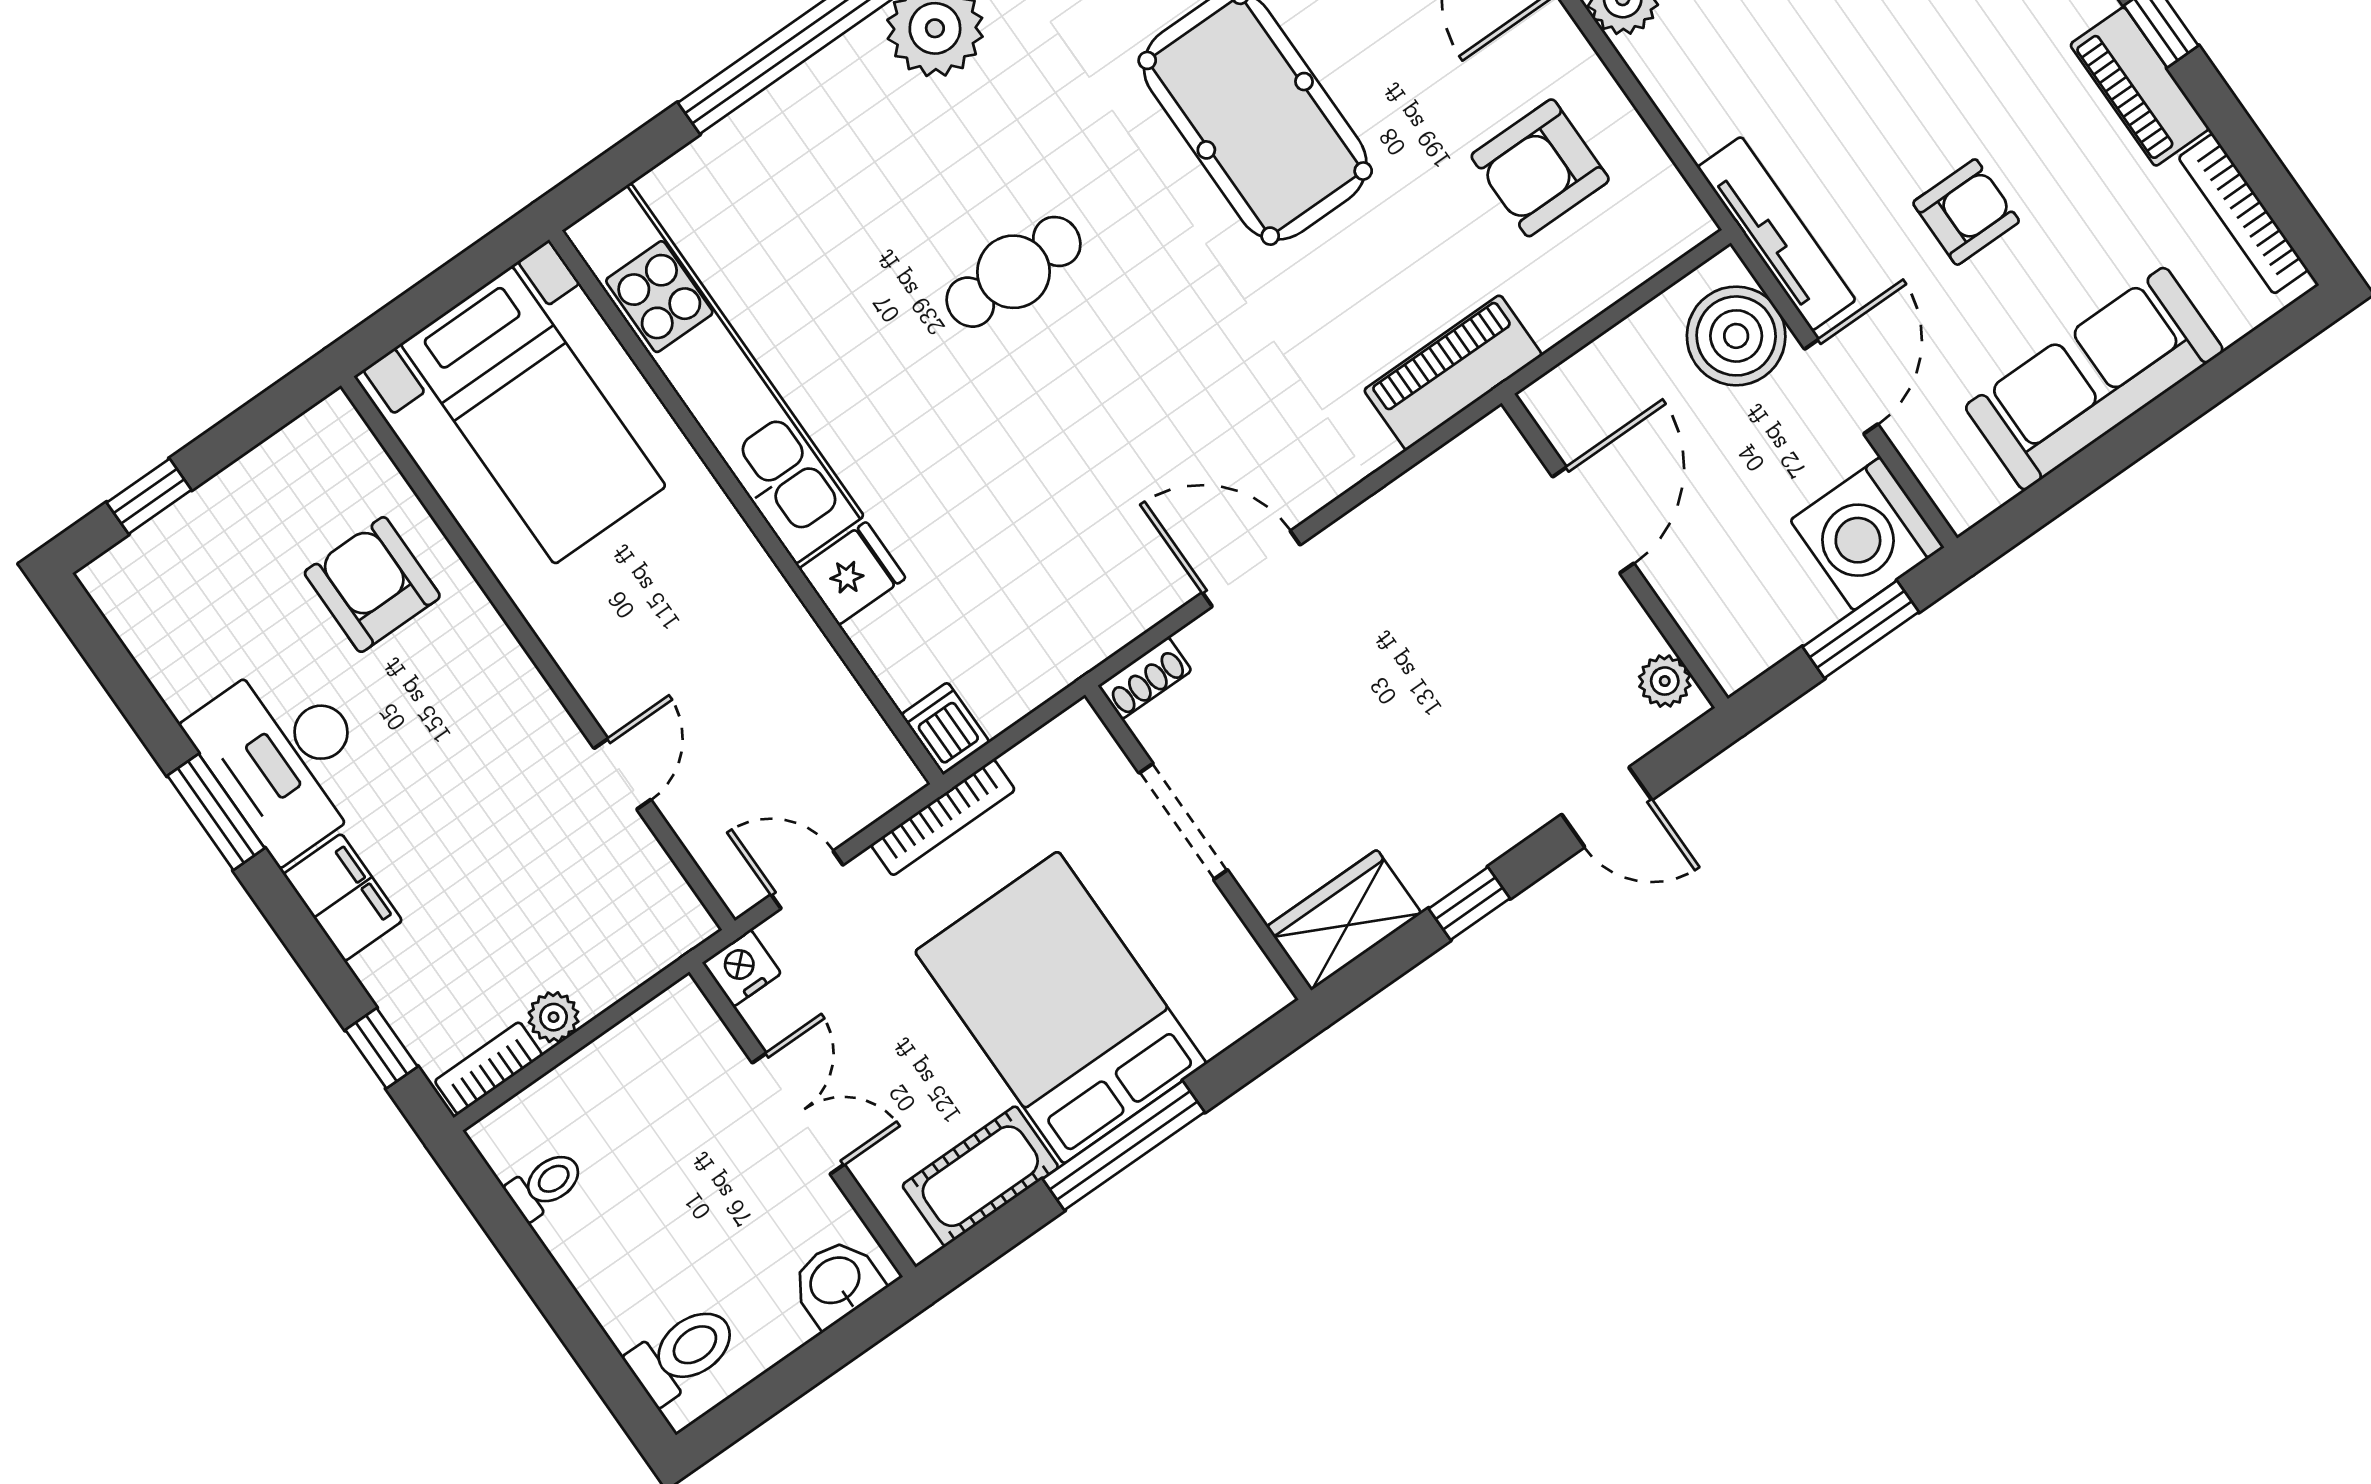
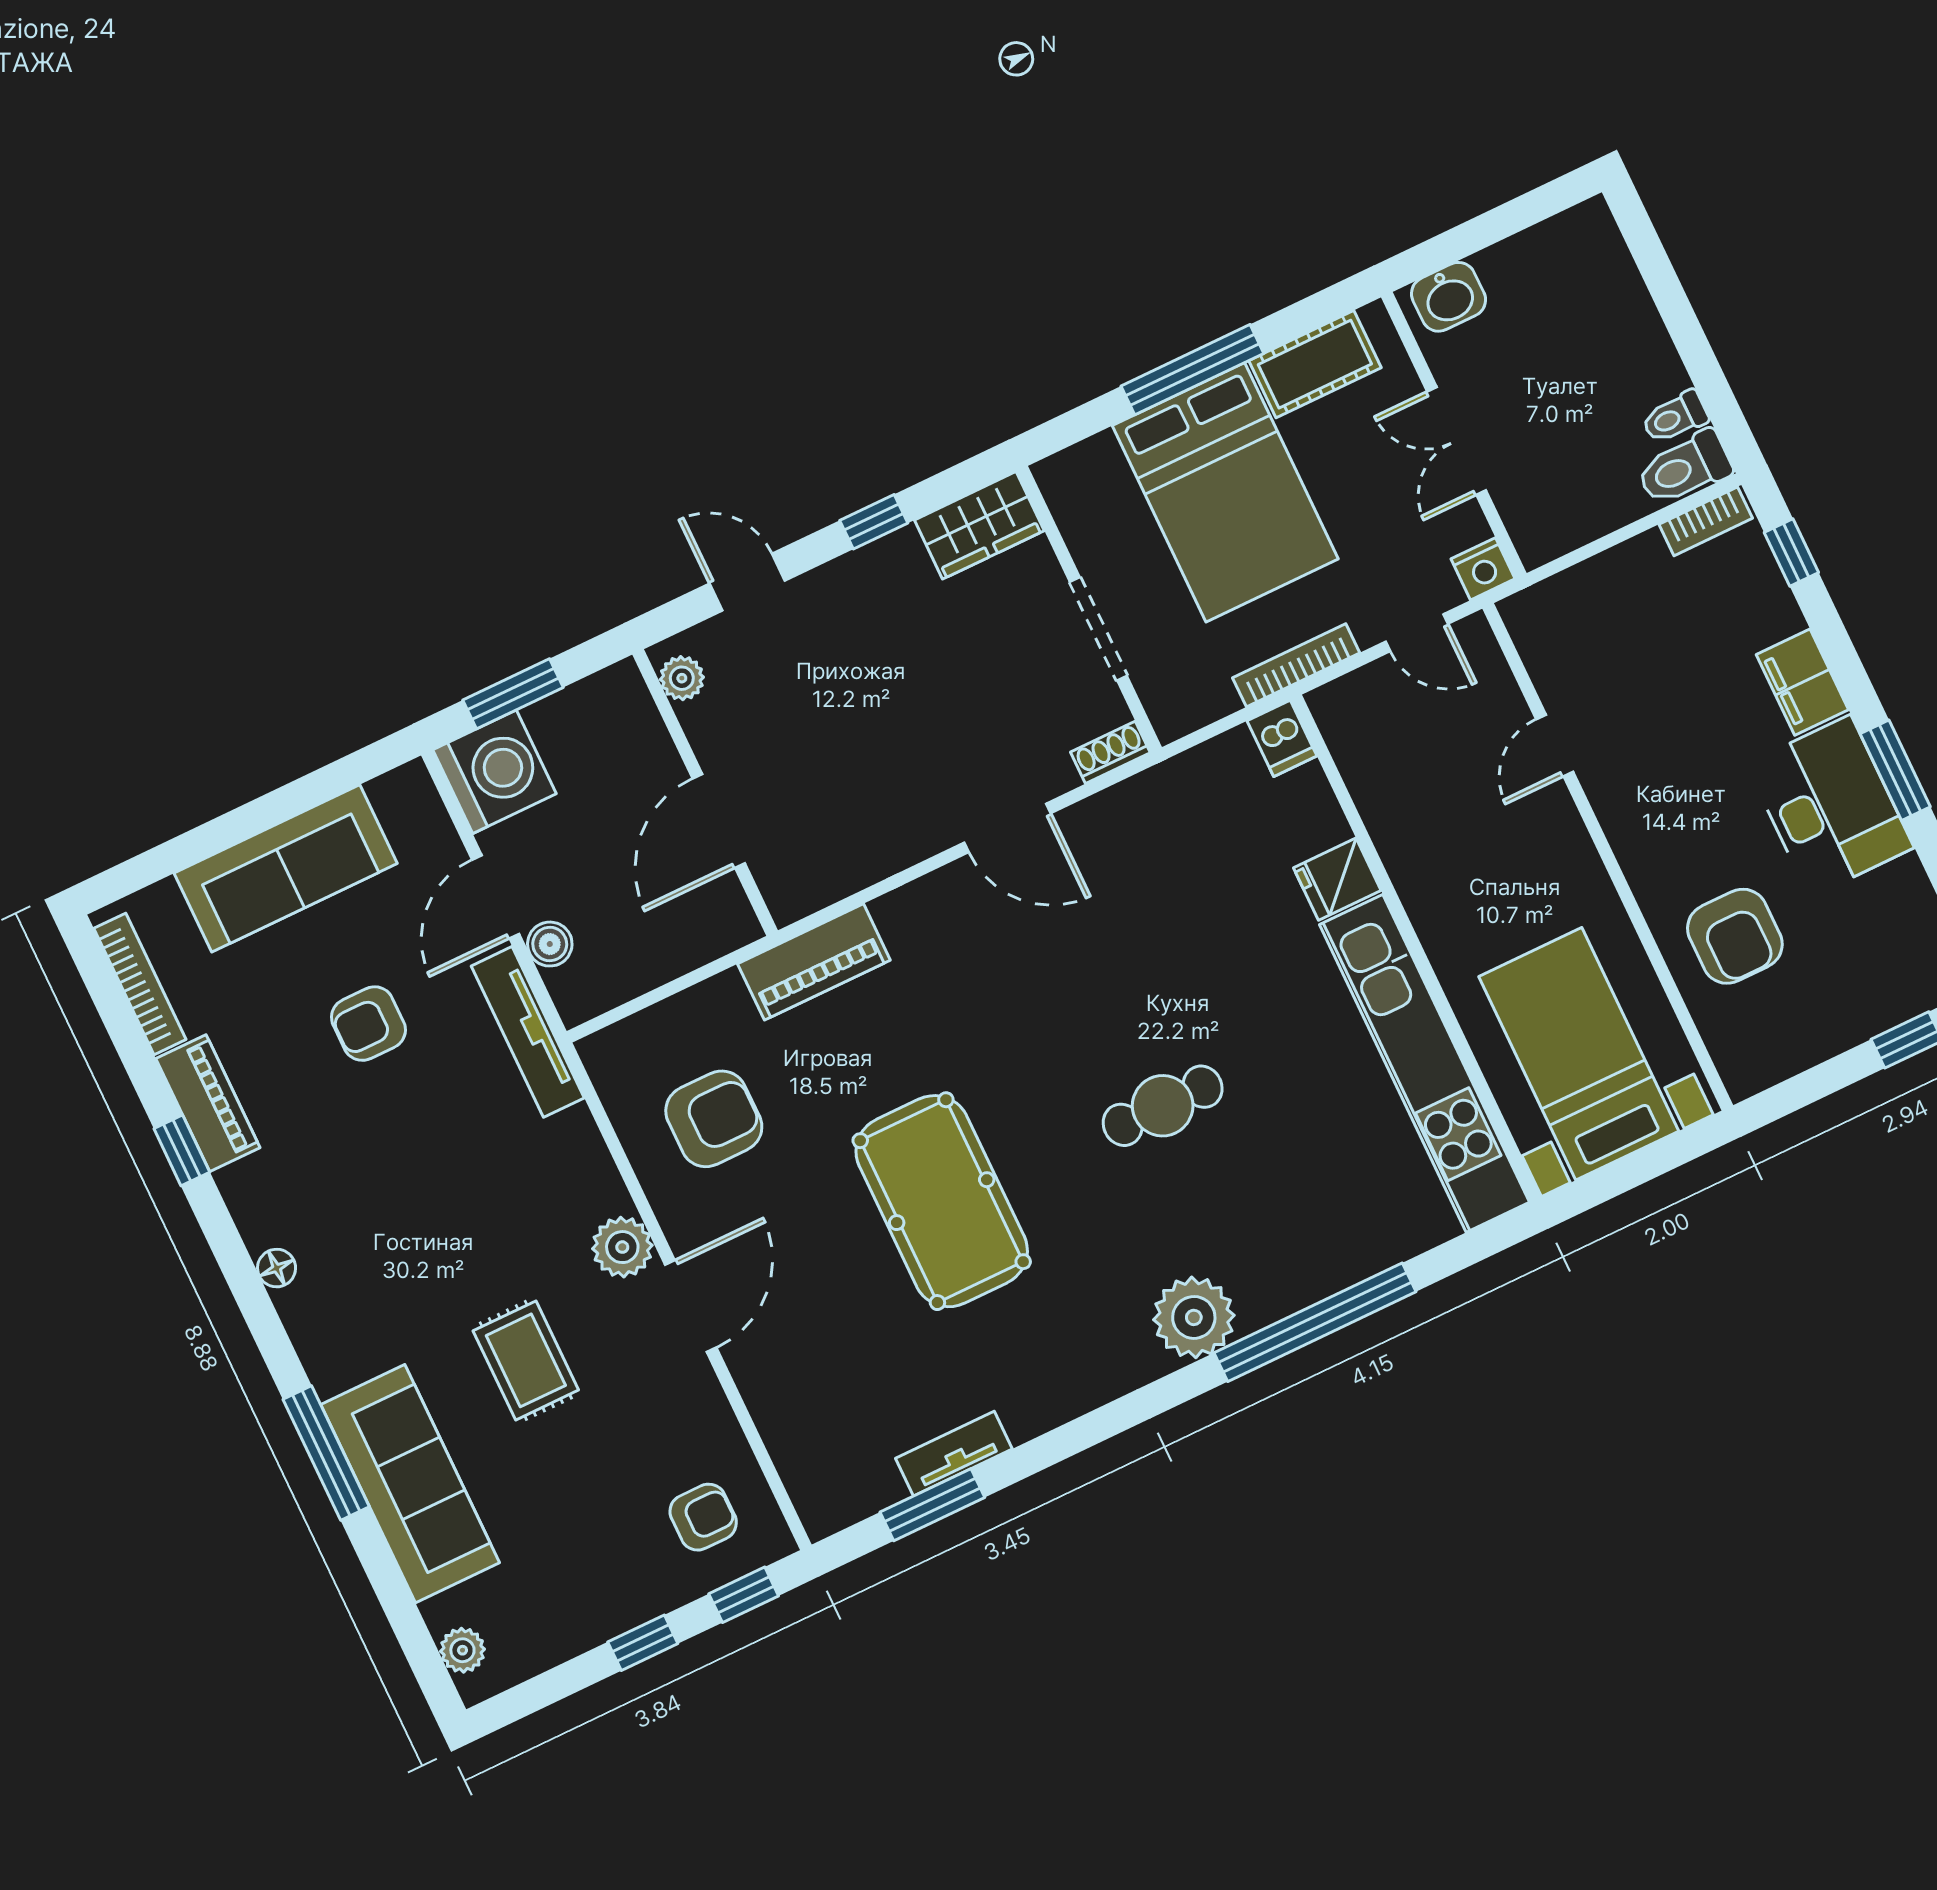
boiler: (1736, 336) -> (550, 944), width x0.54, depth x0.54
plant: (554, 1017) -> (1645, 554), removed
toilet: (683, 1353) -> (1684, 468), moved

